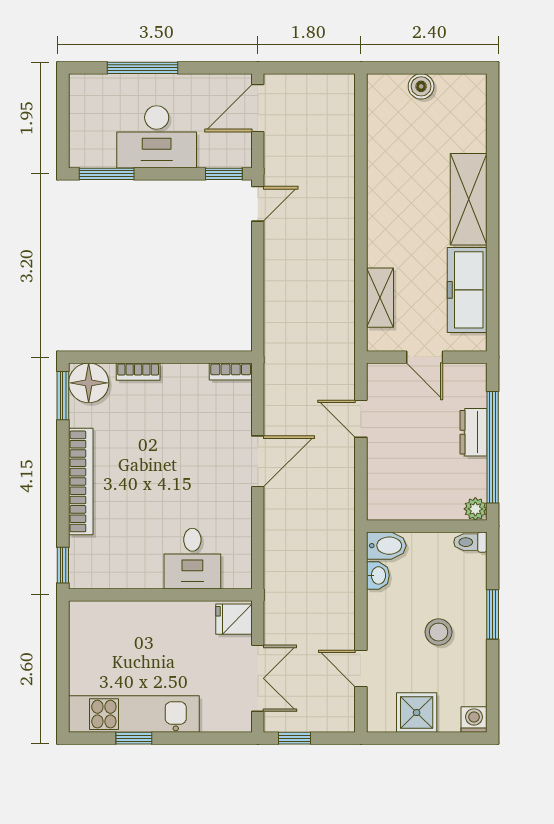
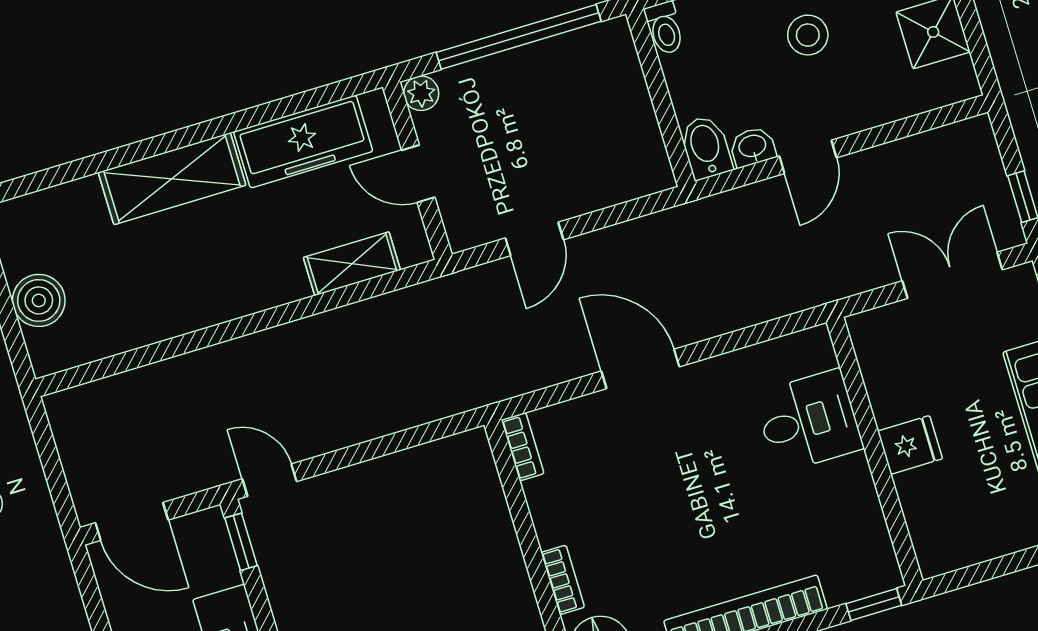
boiler: (421, 86) -> (39, 300), width x1.36, depth x1.36
door: (425, 357) -> (418, 174), swing flipped
dresser: (474, 432) -> (505, 71), removed
plant: (475, 509) -> (421, 93), moved
fridge: (234, 619) -> (910, 445), moved, turned -90
door: (361, 668) -> (808, 157), moved

